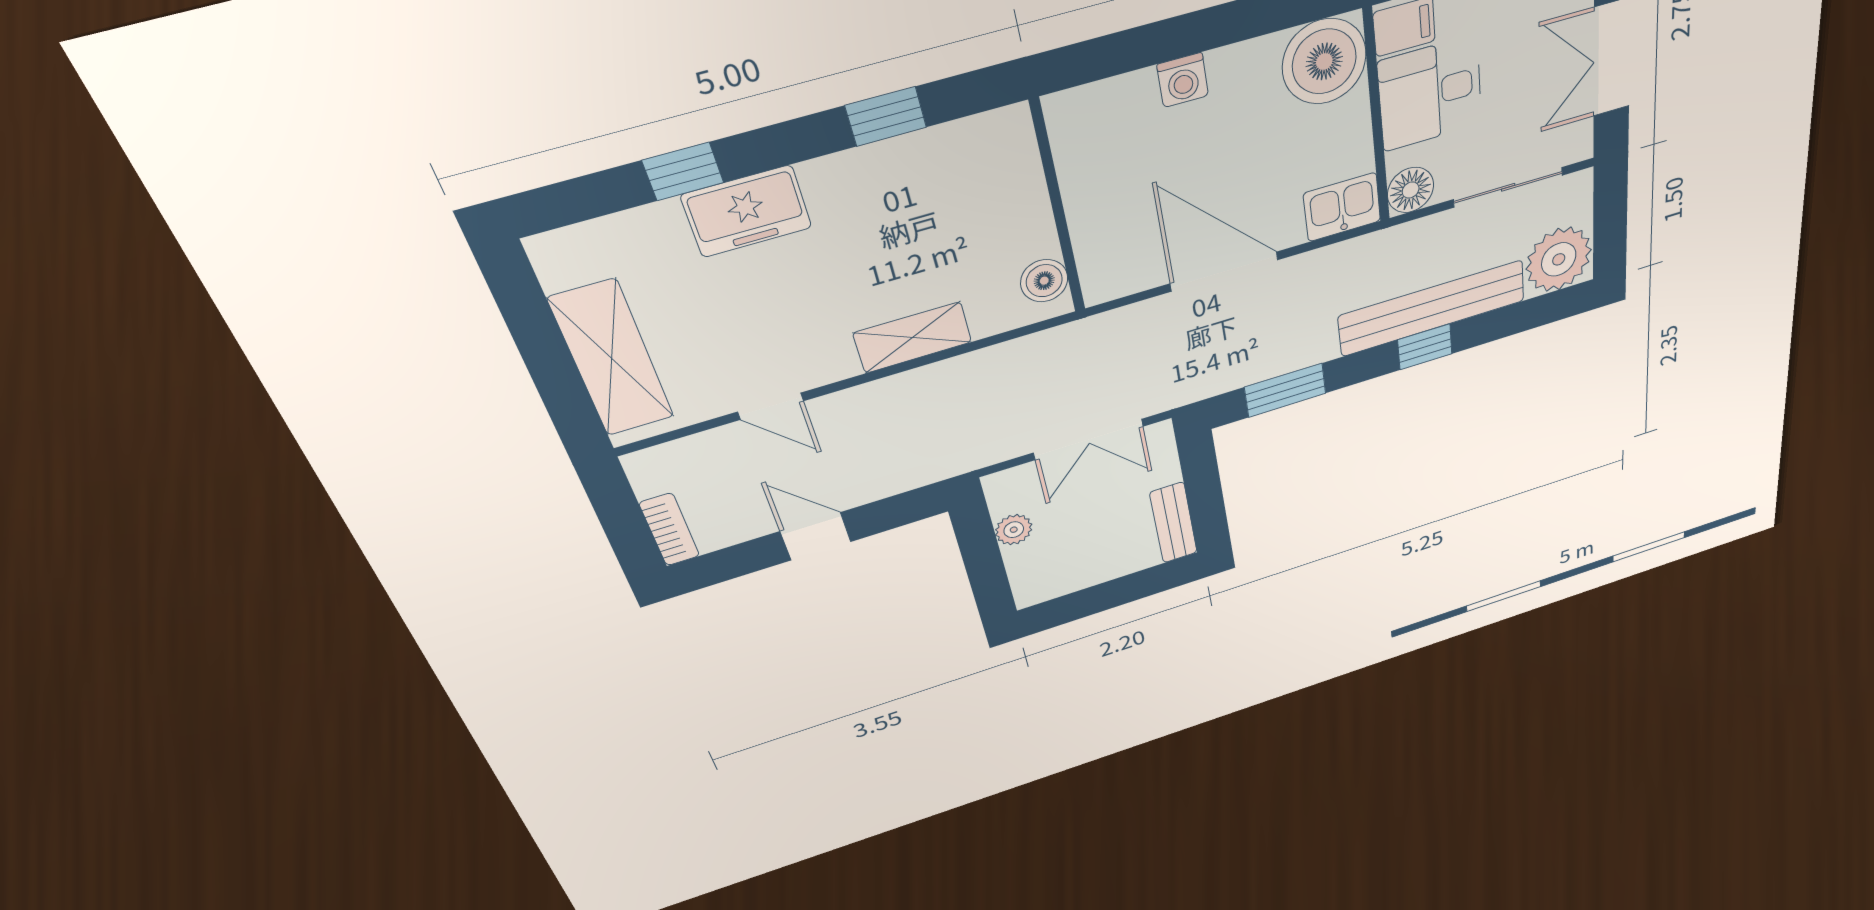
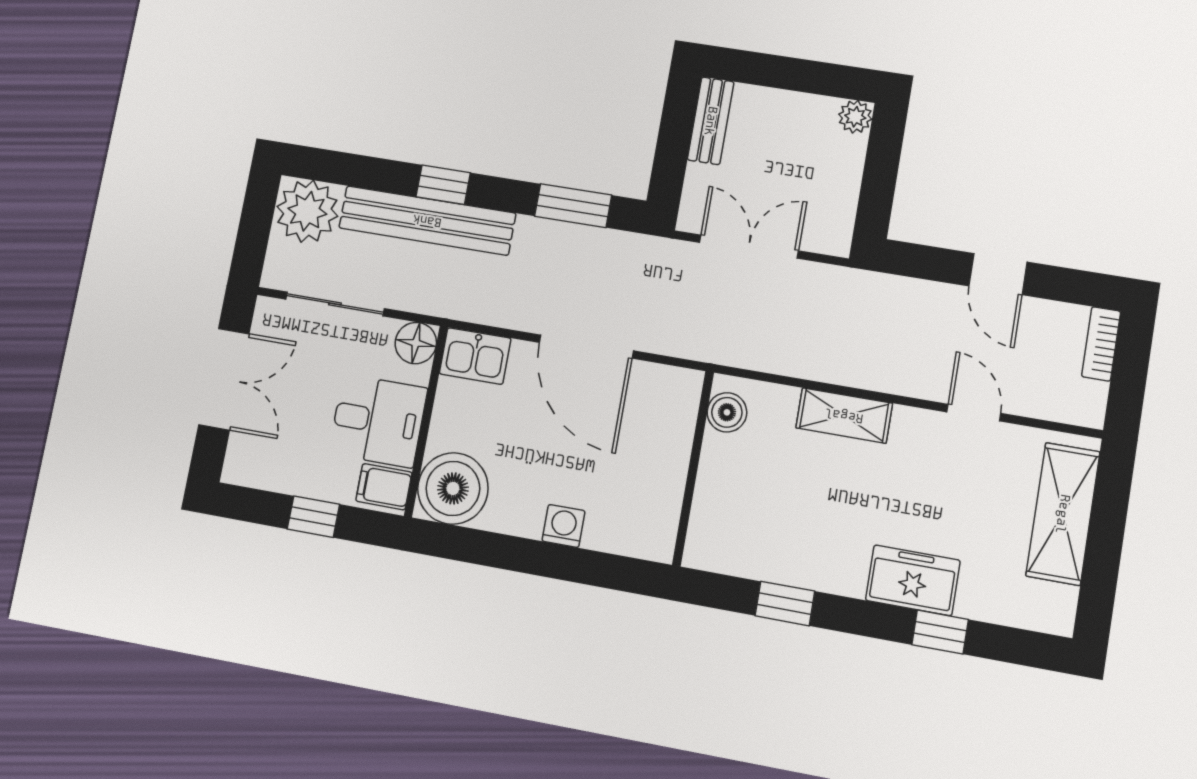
plant: (1014, 530) -> (855, 117), moved

